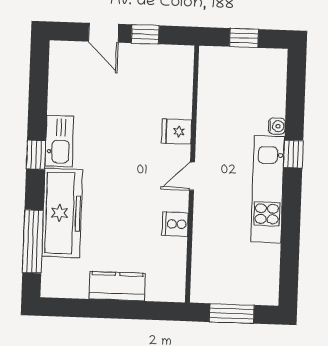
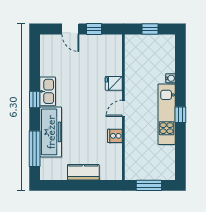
window: (293, 154) -> (180, 115), moved

